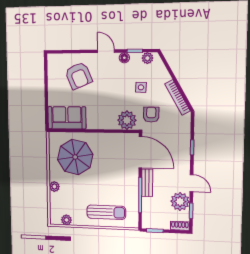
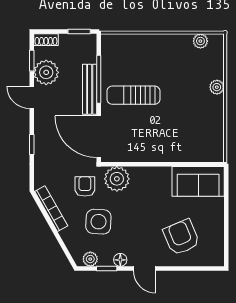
side table: (141, 87) -> (98, 222), width x1.87, depth x1.87
armchair: (151, 115) -> (85, 186), turned 180
parasol: (75, 157) -> (187, 128), removed
bench: (147, 183) -> (90, 89), width x1.36
sun lounger: (106, 212) -> (133, 95), moved

